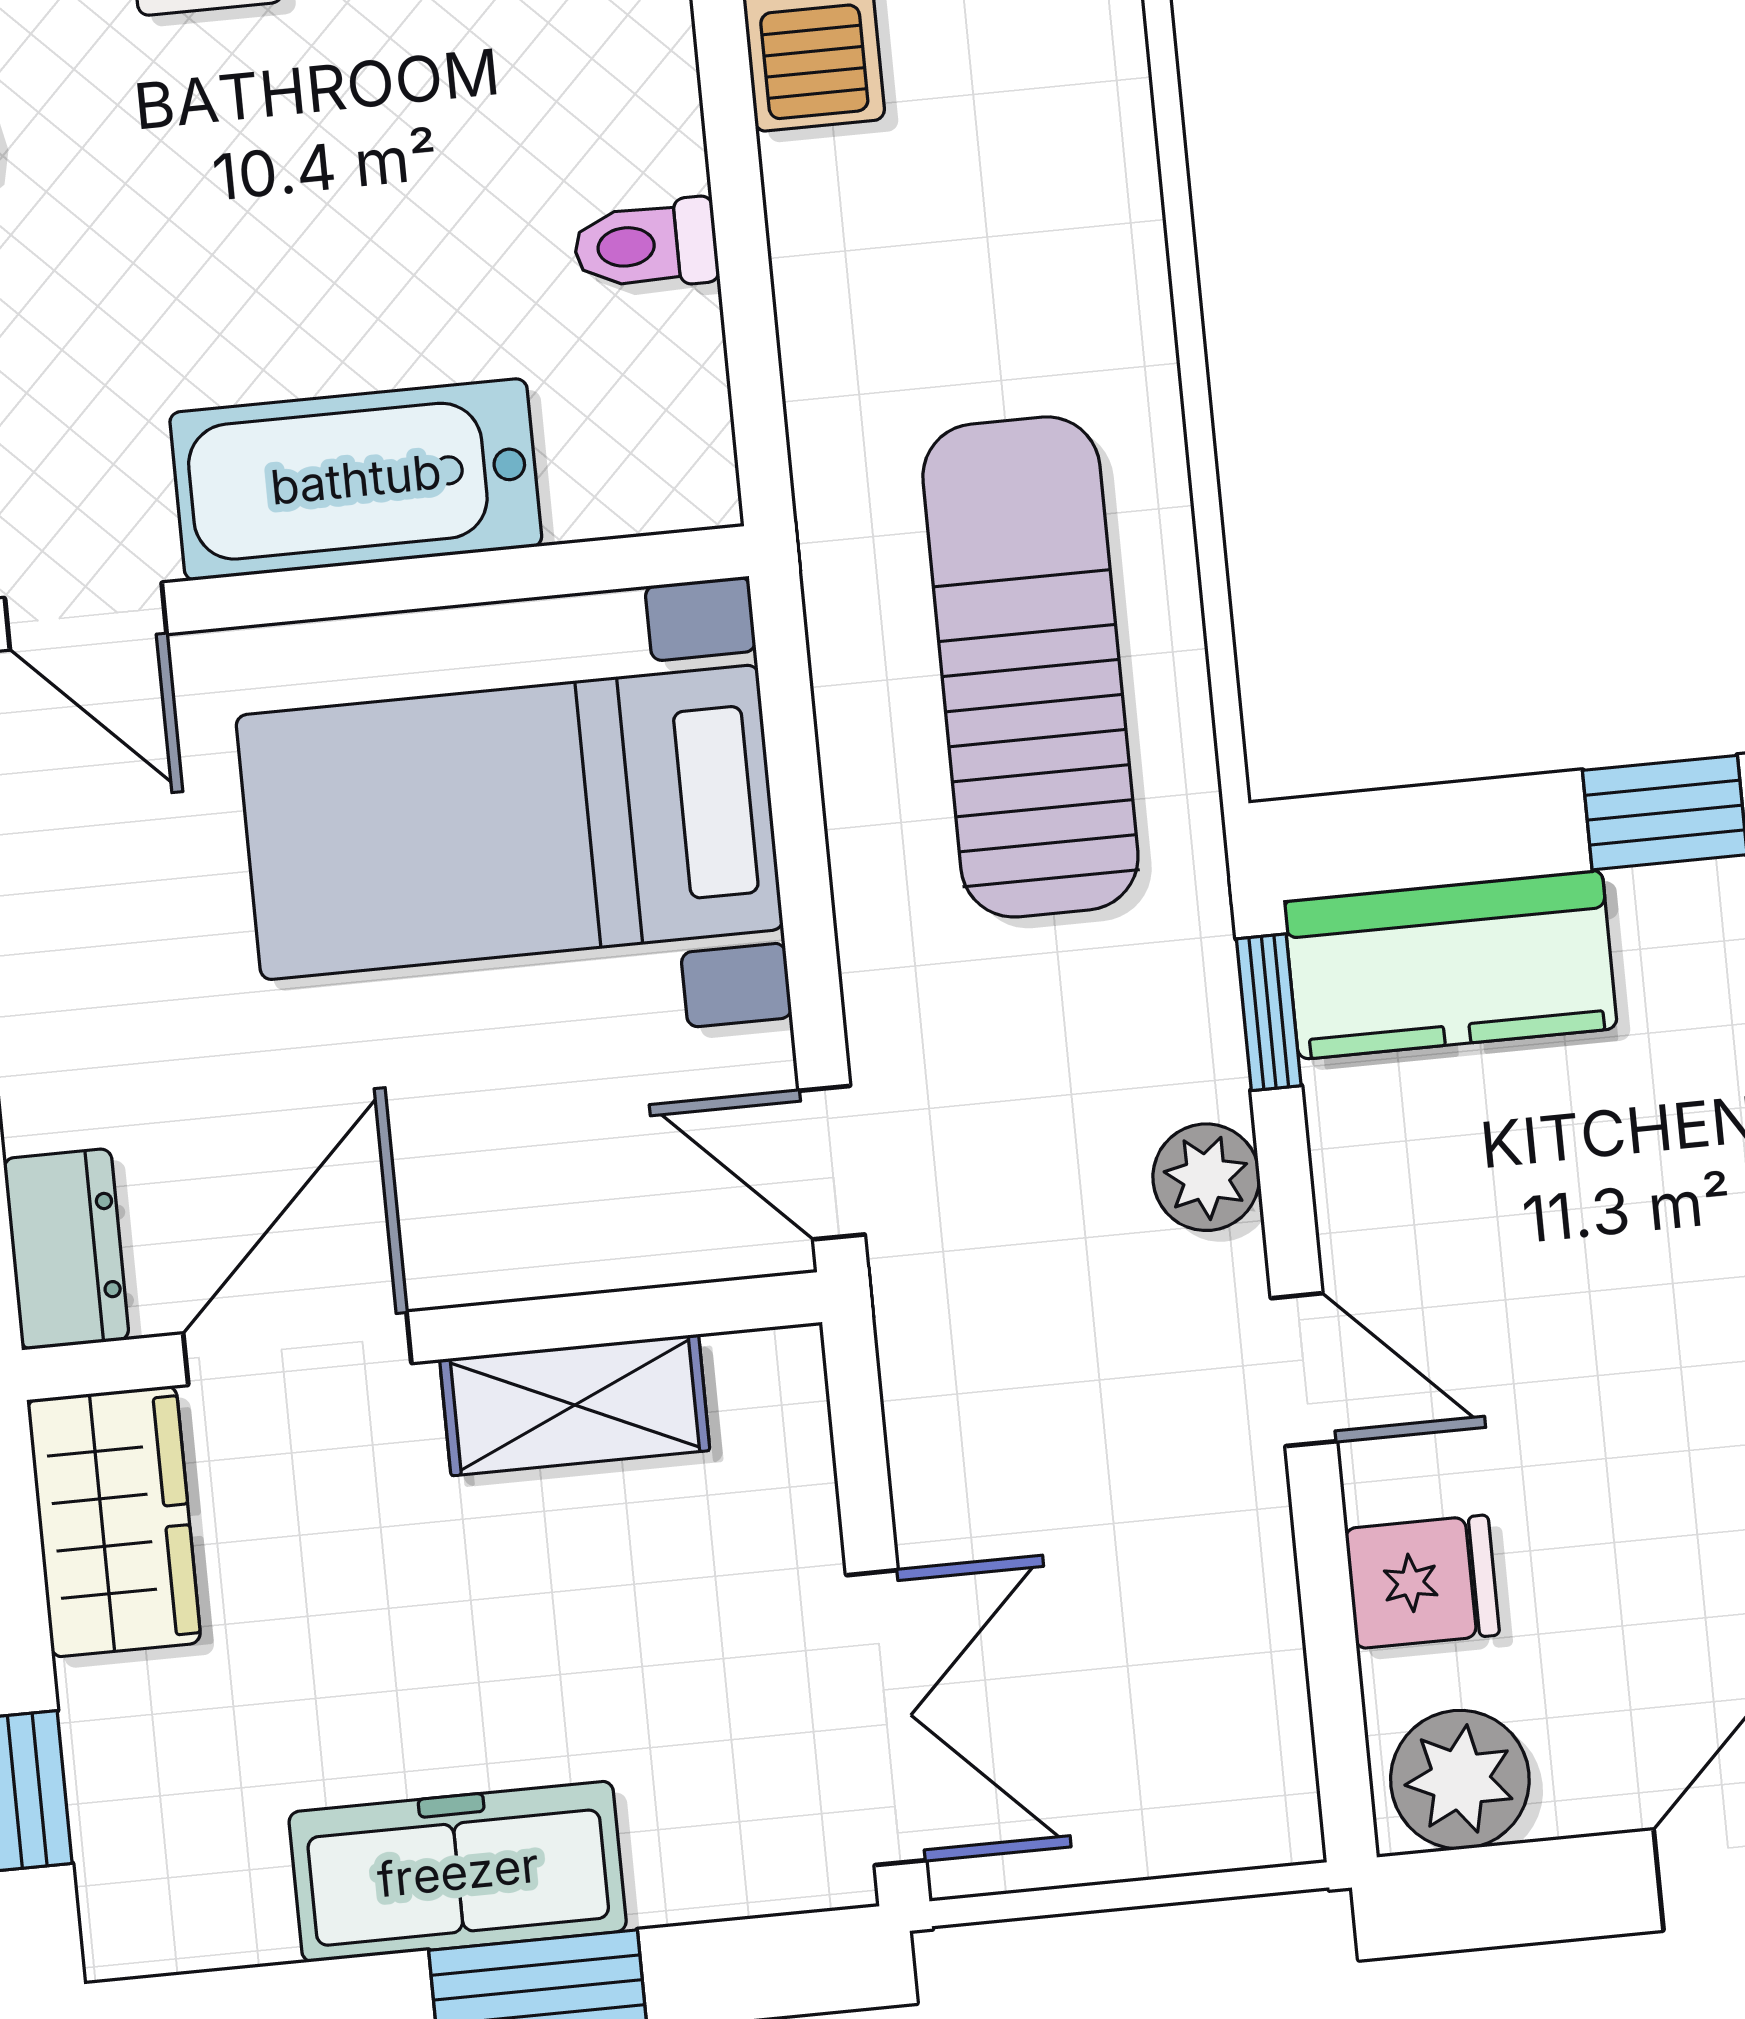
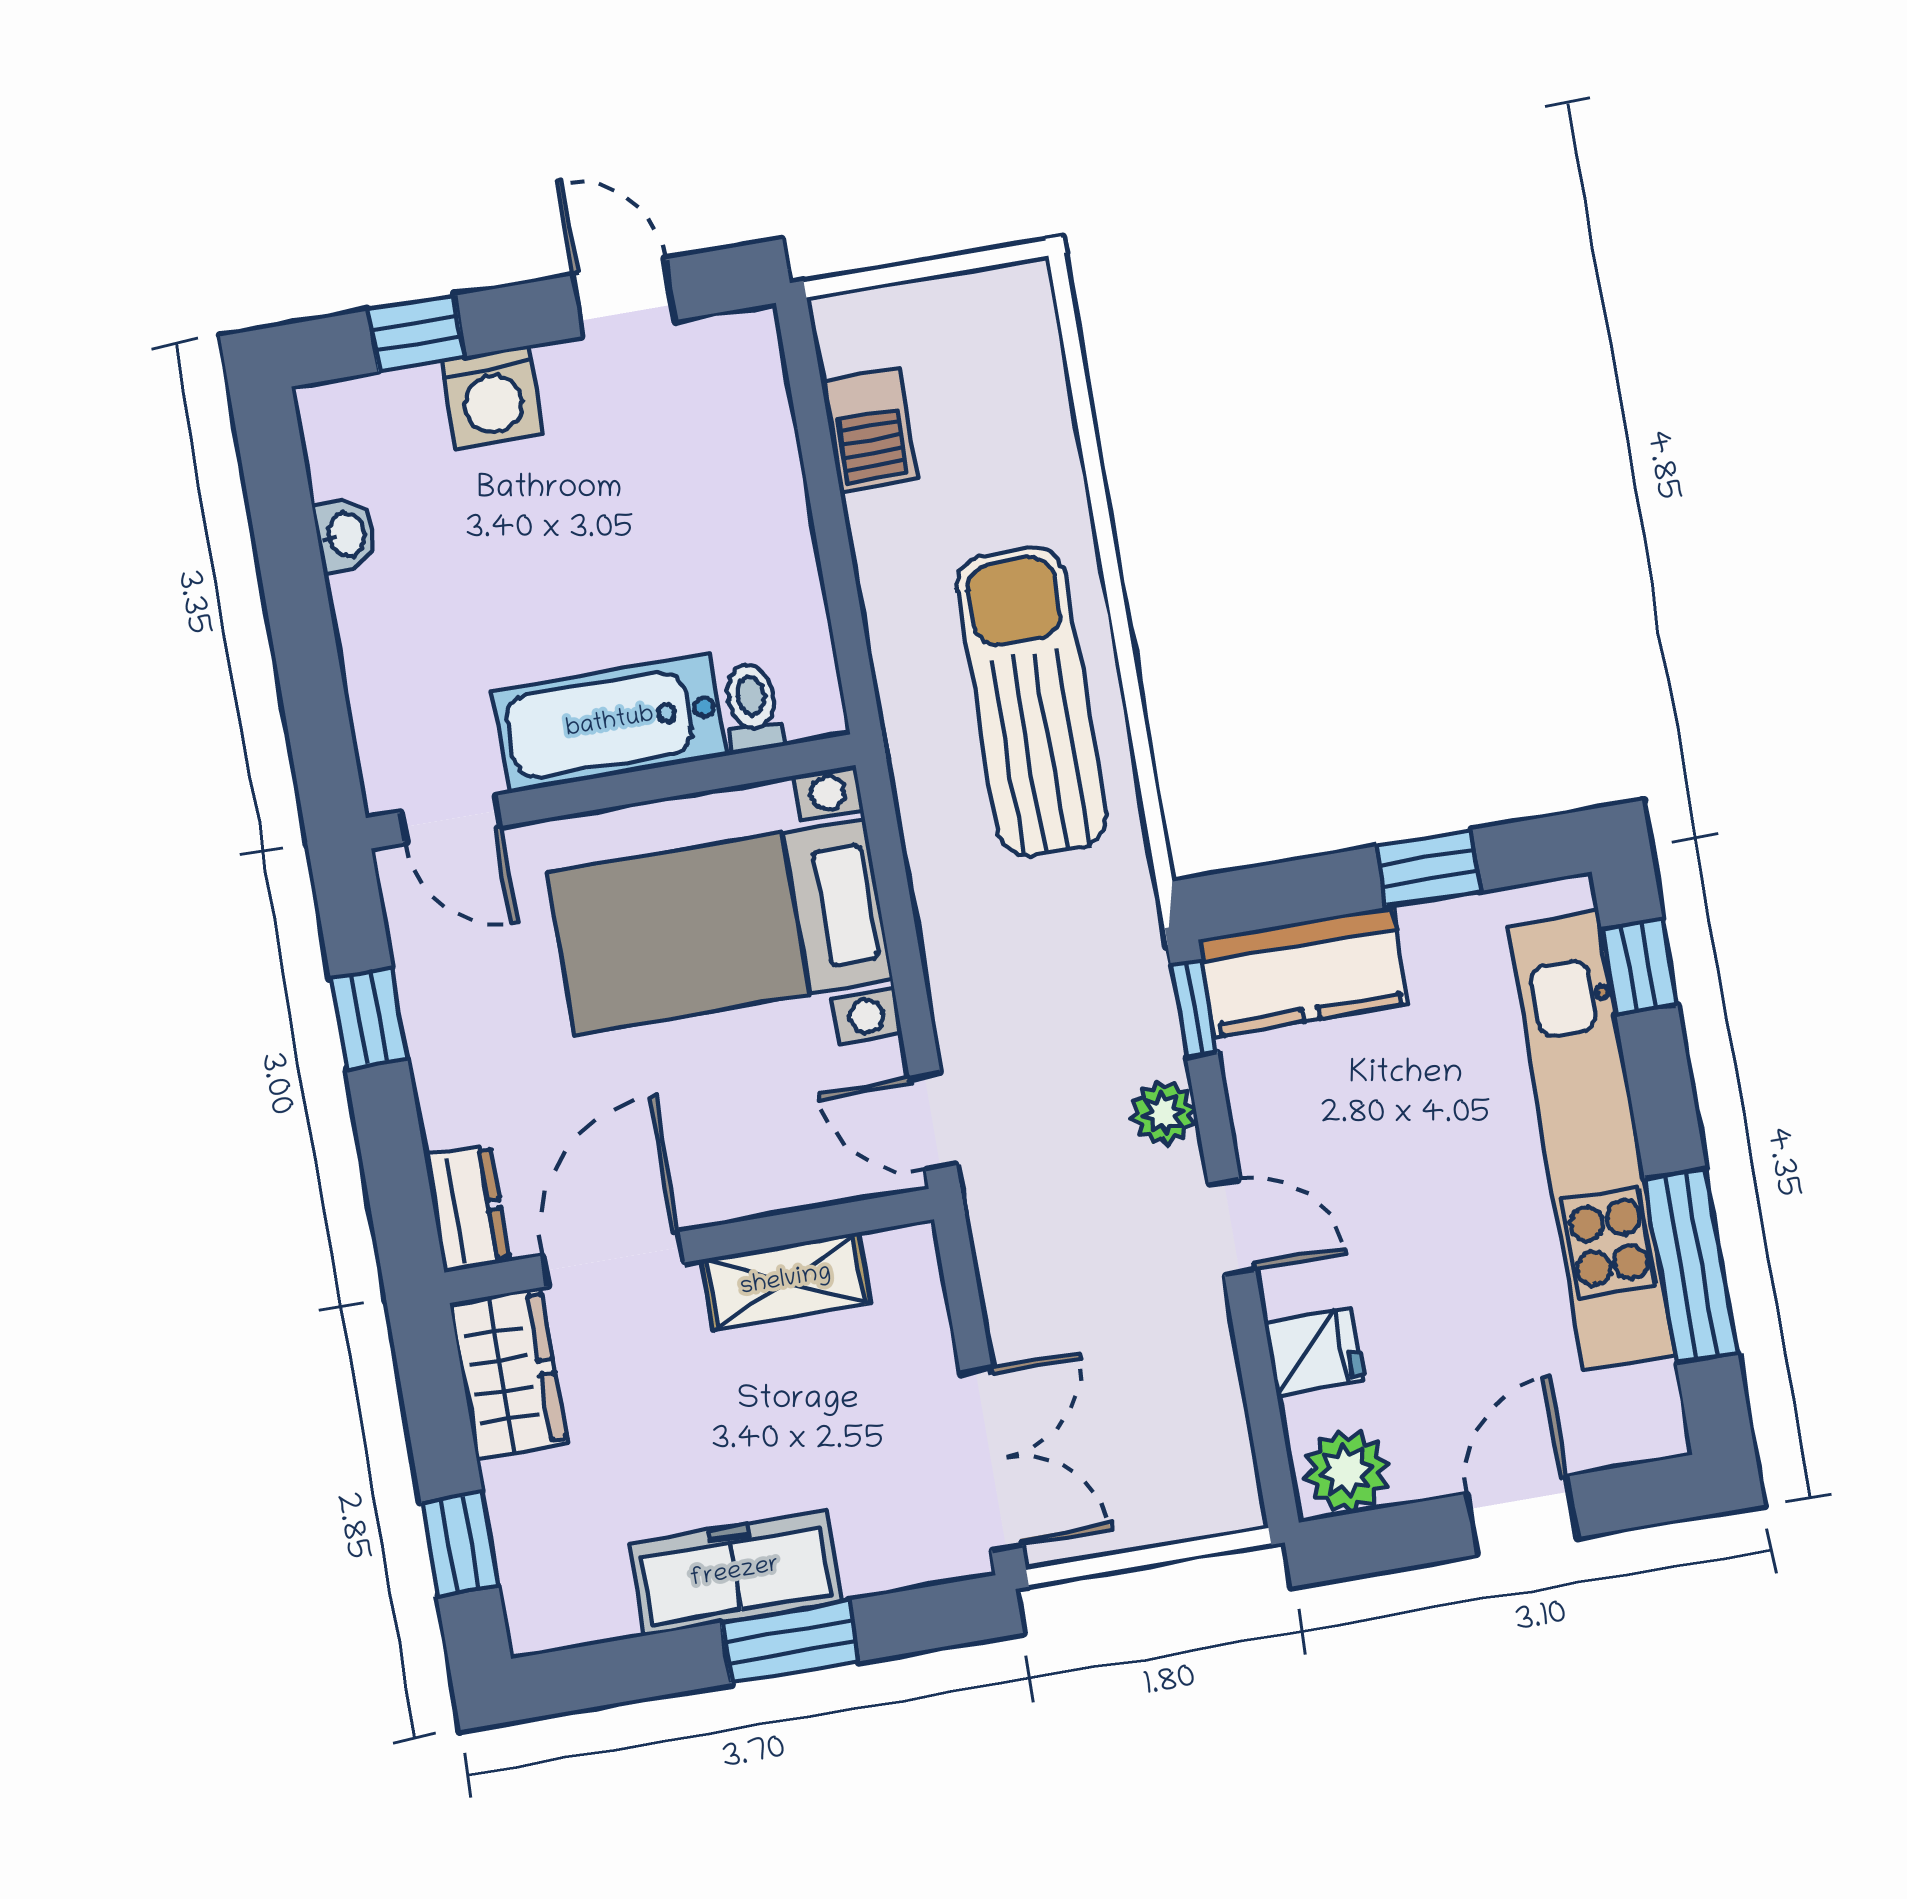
toilet: (646, 245) -> (753, 707), moved, turned 90
sun lounger: (1030, 667) -> (1031, 702), moved

